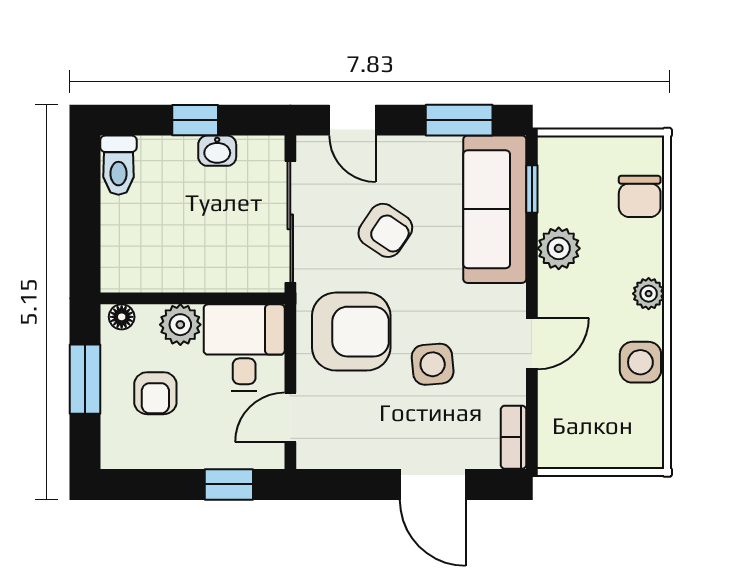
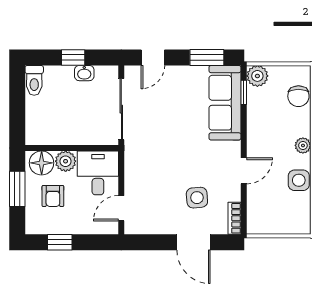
door: (352, 120) -> (153, 58), hinge flipped
armchair: (385, 230) -> (169, 113), removed
plant: (559, 248) -> (257, 76), moved
floor lamp: (122, 317) -> (42, 163), width x1.89, depth x1.89
armchair: (351, 332) -> (152, 165), removed
side table: (433, 364) -> (197, 198), moved
window: (229, 484) -> (60, 242), moved

